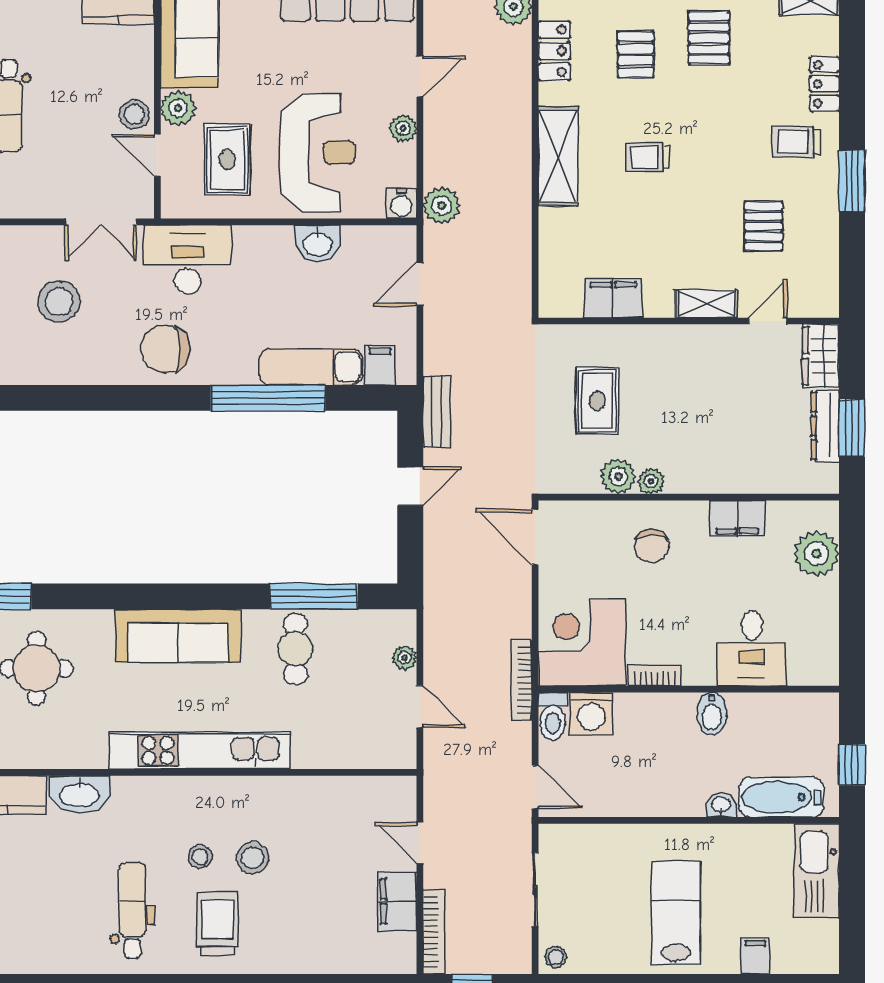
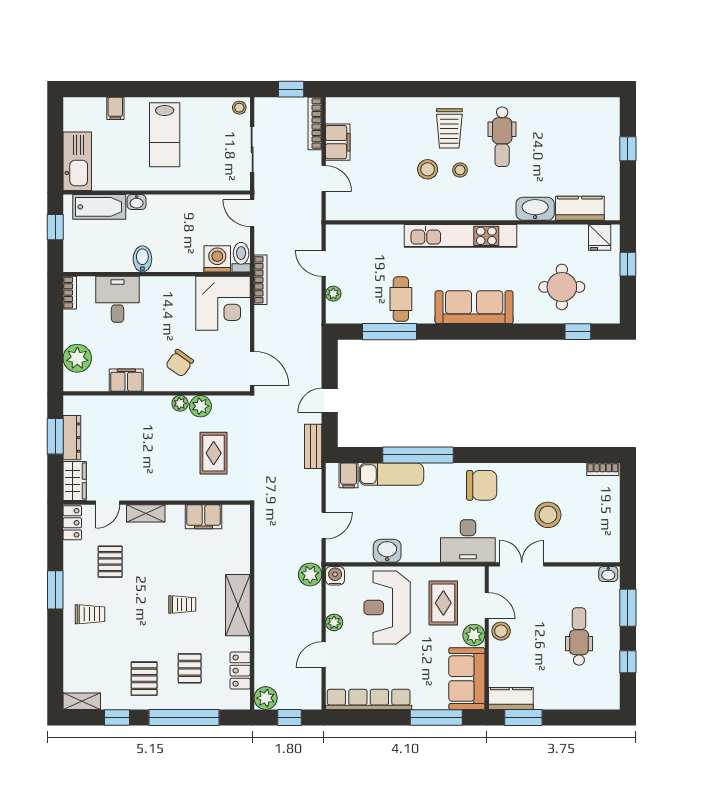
locker: (824, 84) -> (72, 523), moved
chair: (652, 546) -> (180, 363), turned -145
bookcase: (655, 675) -> (70, 293), moved, turned -90

